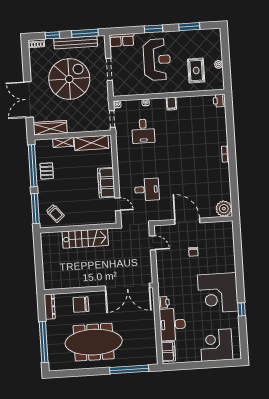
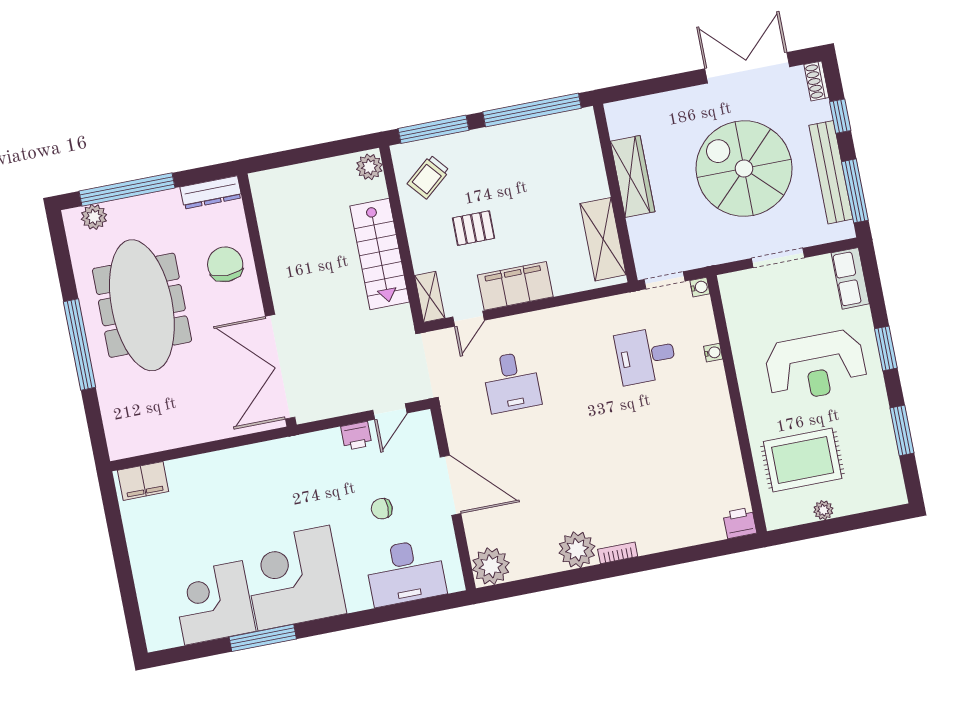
rug: (196, 70) -> (803, 460), width x1.36, depth x1.43
spiral stairs: (69, 79) -> (744, 169), turned 180
double door: (28, 99) -> (747, 68), moved
filing cabinet: (171, 104) -> (718, 413), removed
wardrobe: (50, 128) -> (633, 176), moved
shelving: (63, 142) -> (430, 297), moved
pallet: (47, 171) -> (474, 228), moved
plant: (222, 171) -> (577, 550), added
door: (187, 221) -> (451, 485), hinge flipped
plant: (48, 238) -> (369, 167), added
printer: (164, 302) -> (356, 436), moved
window: (242, 309) -> (263, 638), width x2.17
desk: (172, 324) -> (405, 572), moved, turned 180
corner desk: (216, 345) -> (214, 603), moved, turned -90
plant: (53, 358) -> (94, 217), added
window: (129, 369) -> (80, 345), moved

